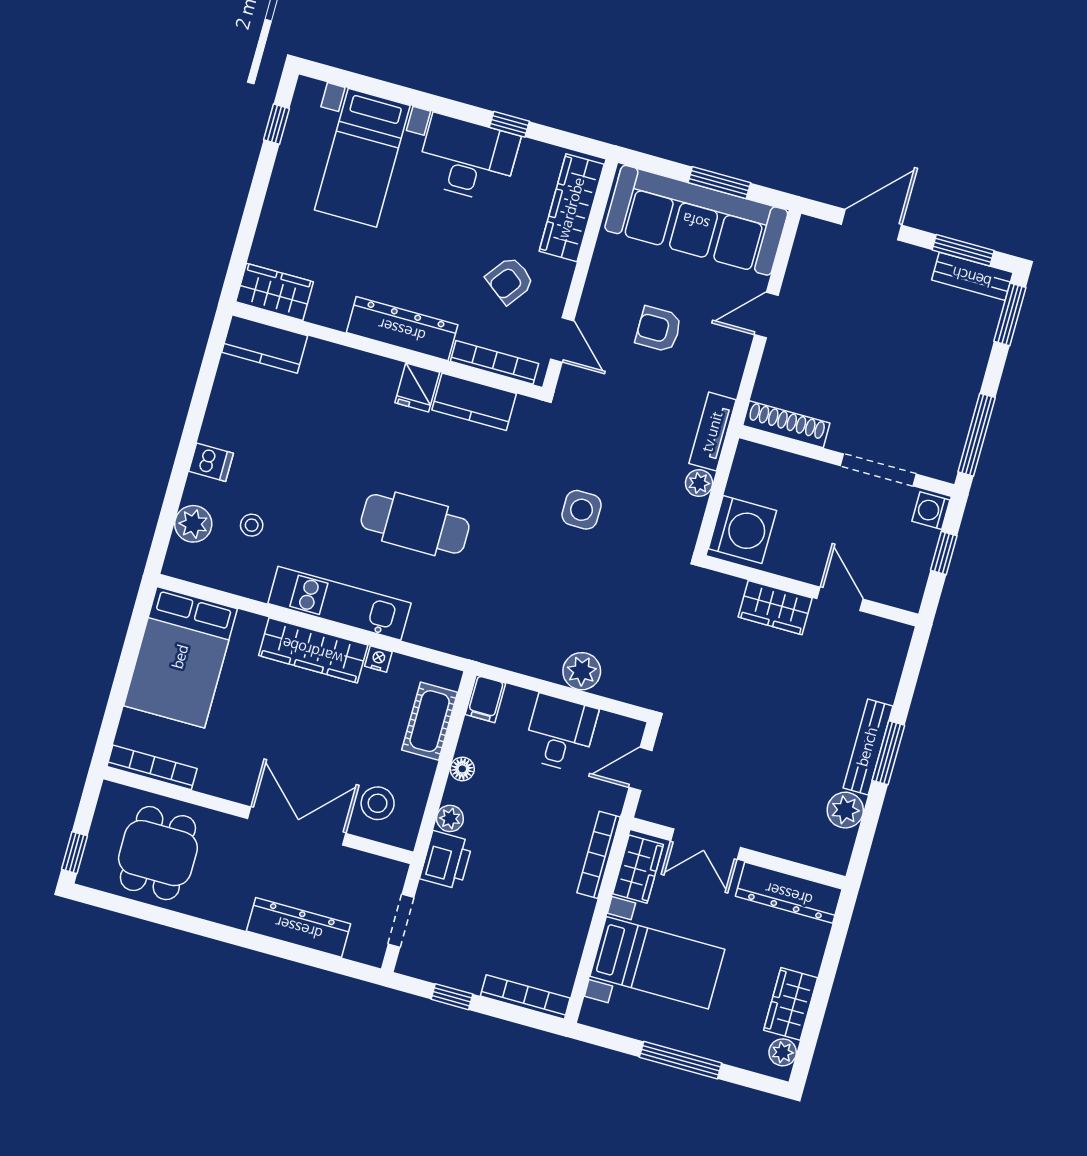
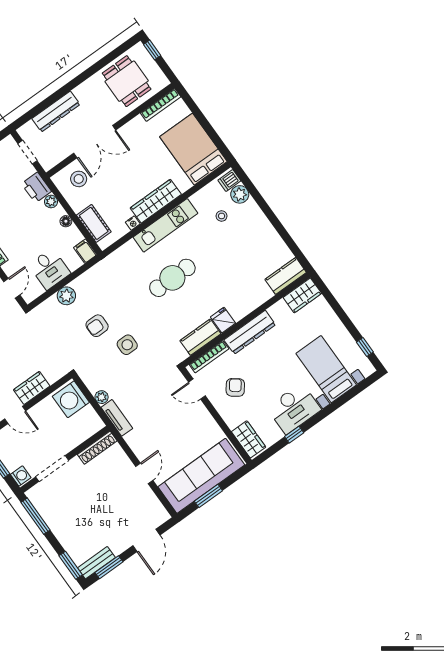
wardrobe: (572, 208) -> (249, 439), width x0.67
armchair: (659, 329) -> (97, 326), moved, turned 180
dishwasher: (211, 462) -> (229, 181), moved

